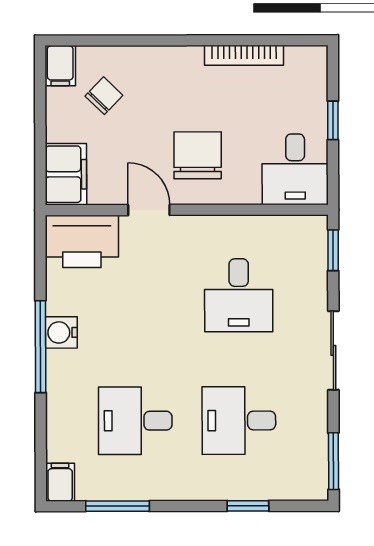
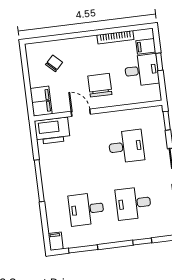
filing cabinet: (60, 66) -> (146, 46), moved, turned 90
desk: (295, 169) -> (142, 70), moved, turned -90
desk: (239, 295) -> (126, 146), turned -90
water cooler: (61, 332) -> (48, 173), removed

